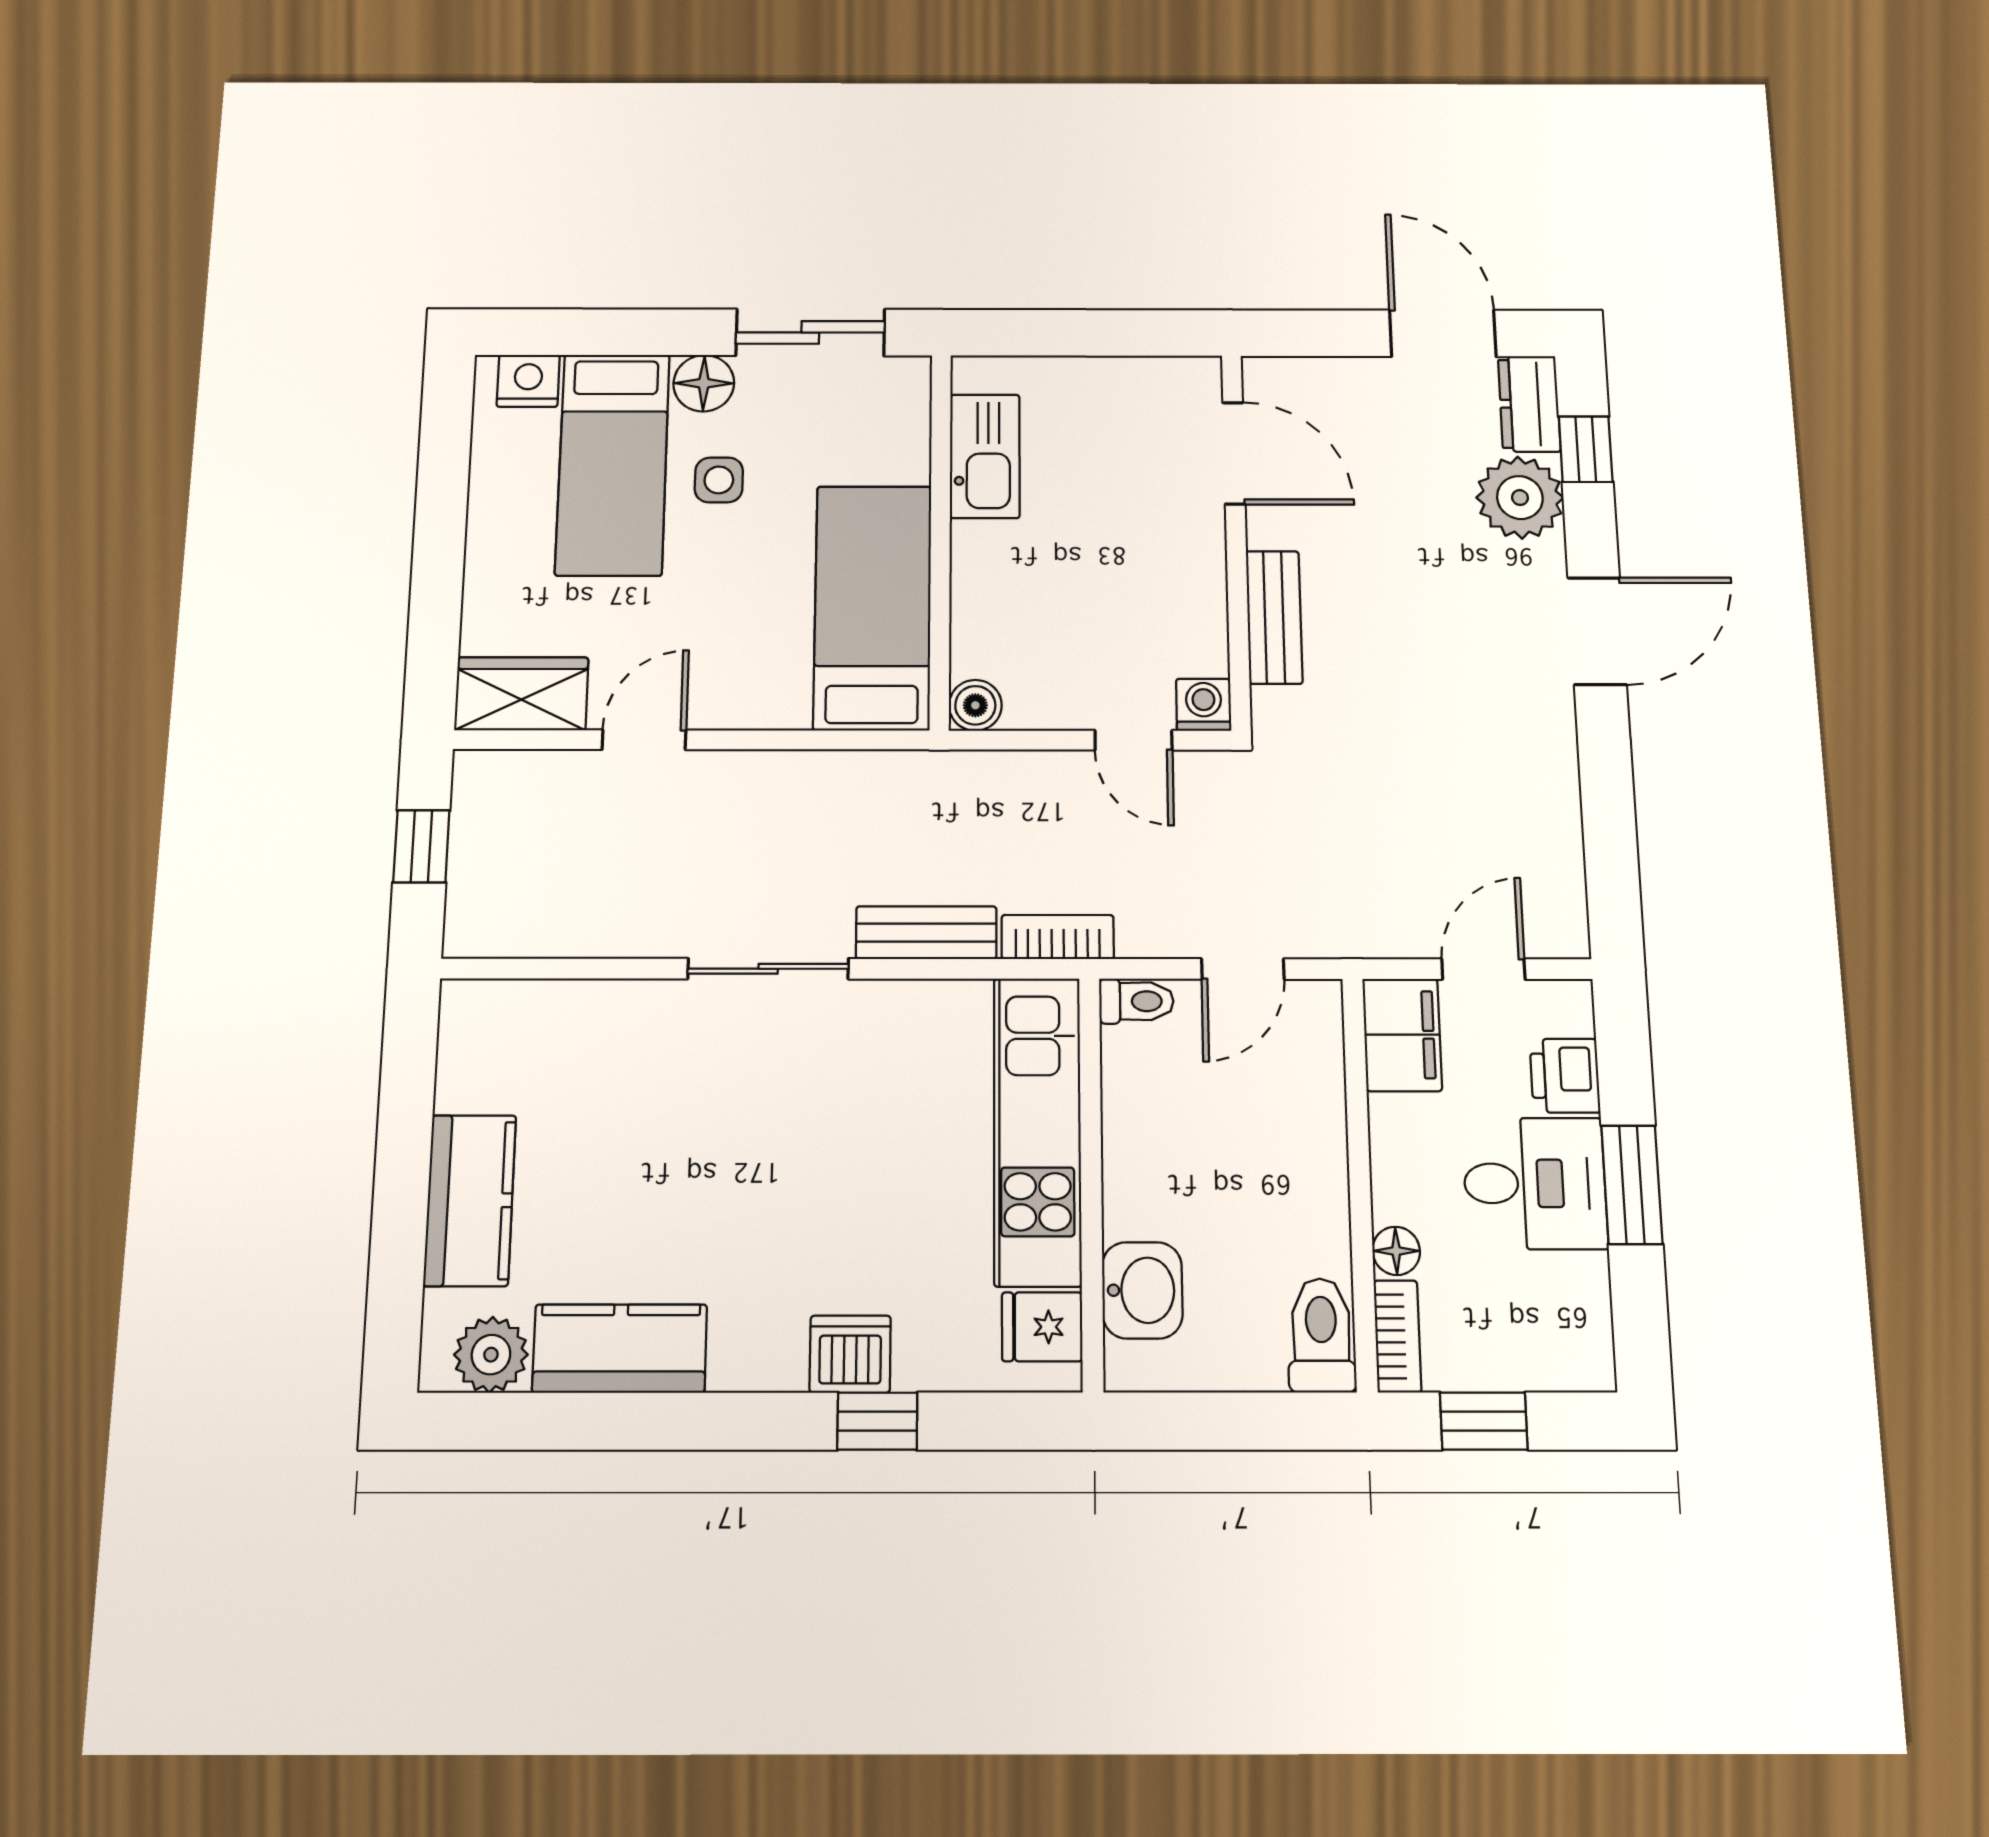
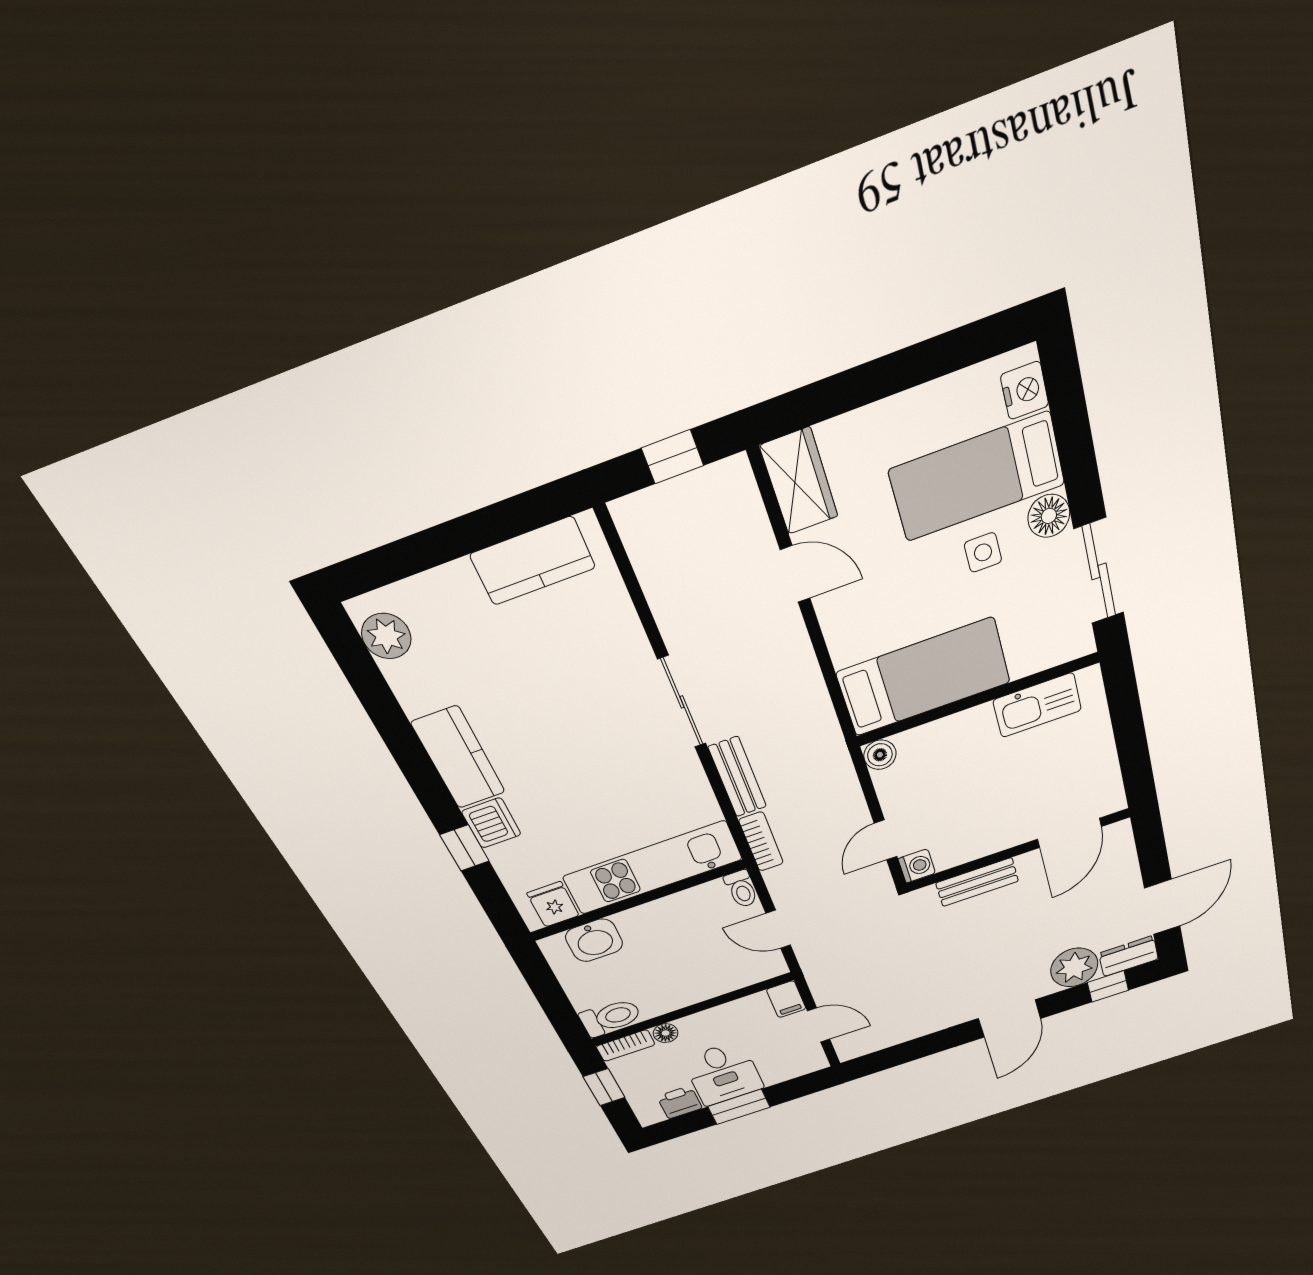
door: (1597, 631) -> (1009, 1019), hinge flipped
filing cabinet: (1402, 1035) -> (786, 999), width x0.50
printer: (1565, 1076) -> (680, 1102), moved
kitchen counter: (470, 1200) -> (533, 561), moved
kitchen counter: (620, 1348) -> (458, 758), moved

